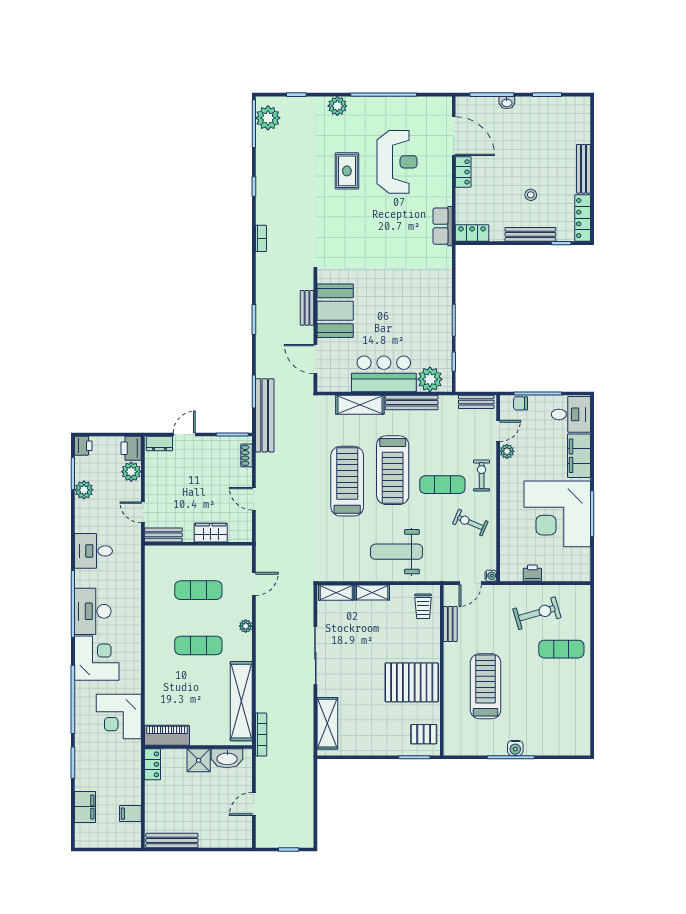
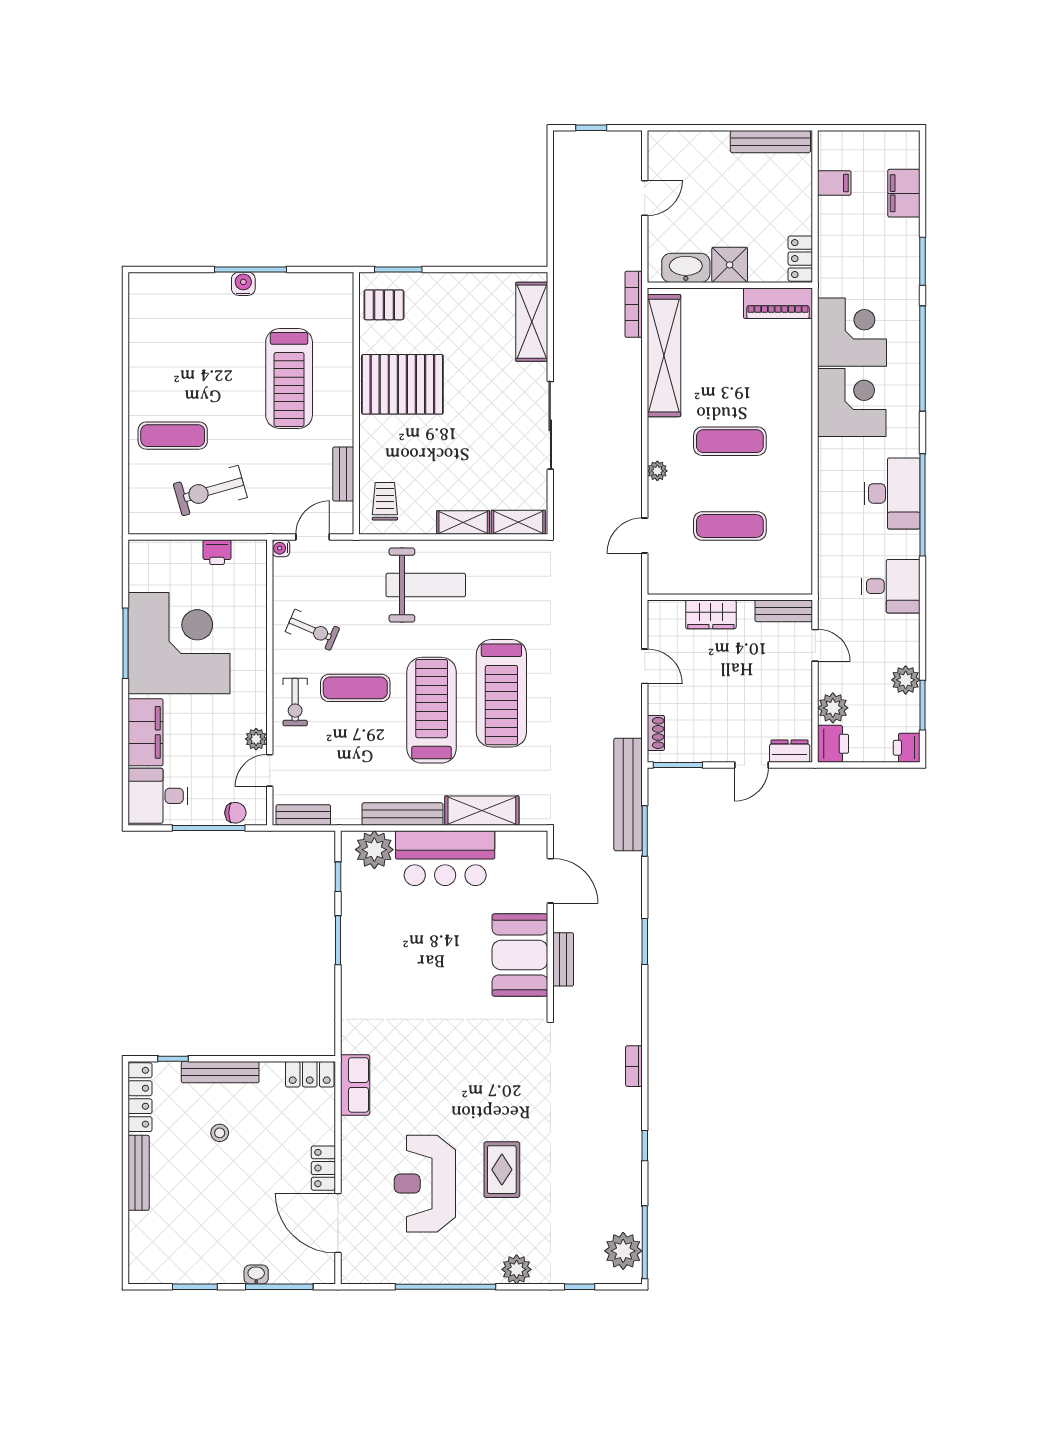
corner desk: (97, 658) -> (852, 403), moved, turned 180

